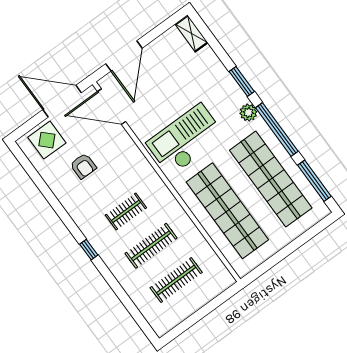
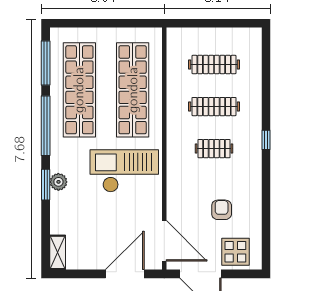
plant: (248, 113) -> (58, 182), moved
checkout: (186, 140) -> (124, 171), turned 180

